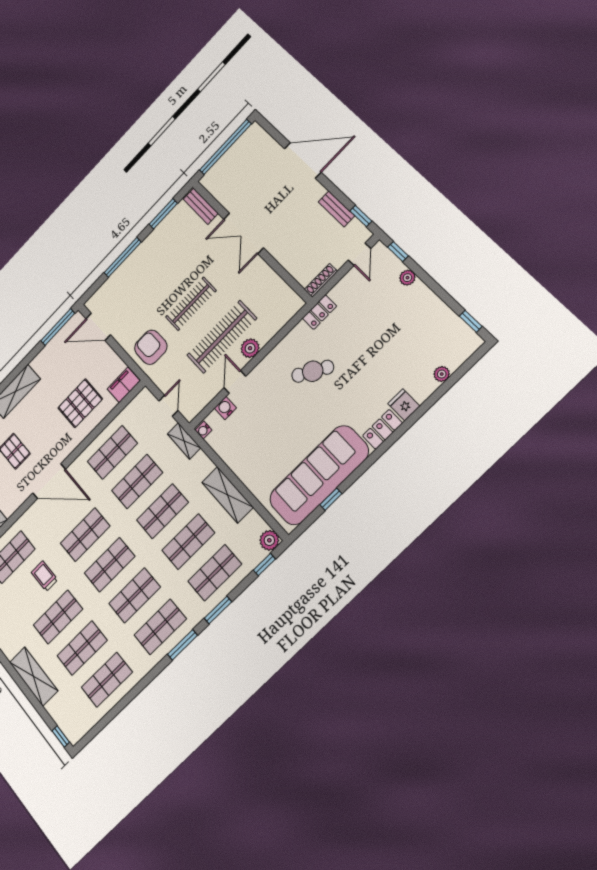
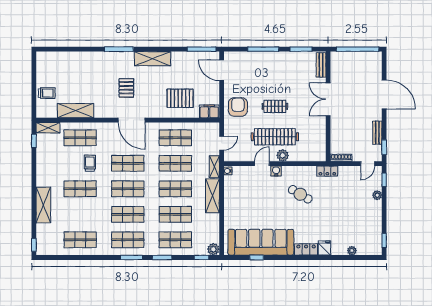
clothes rail: (191, 304) -> (275, 106), width x0.73
water cooler: (225, 408) -> (276, 171), moved
shelving: (227, 495) -> (212, 196), moved
shop shelf: (82, 648) -> (80, 214), removed

